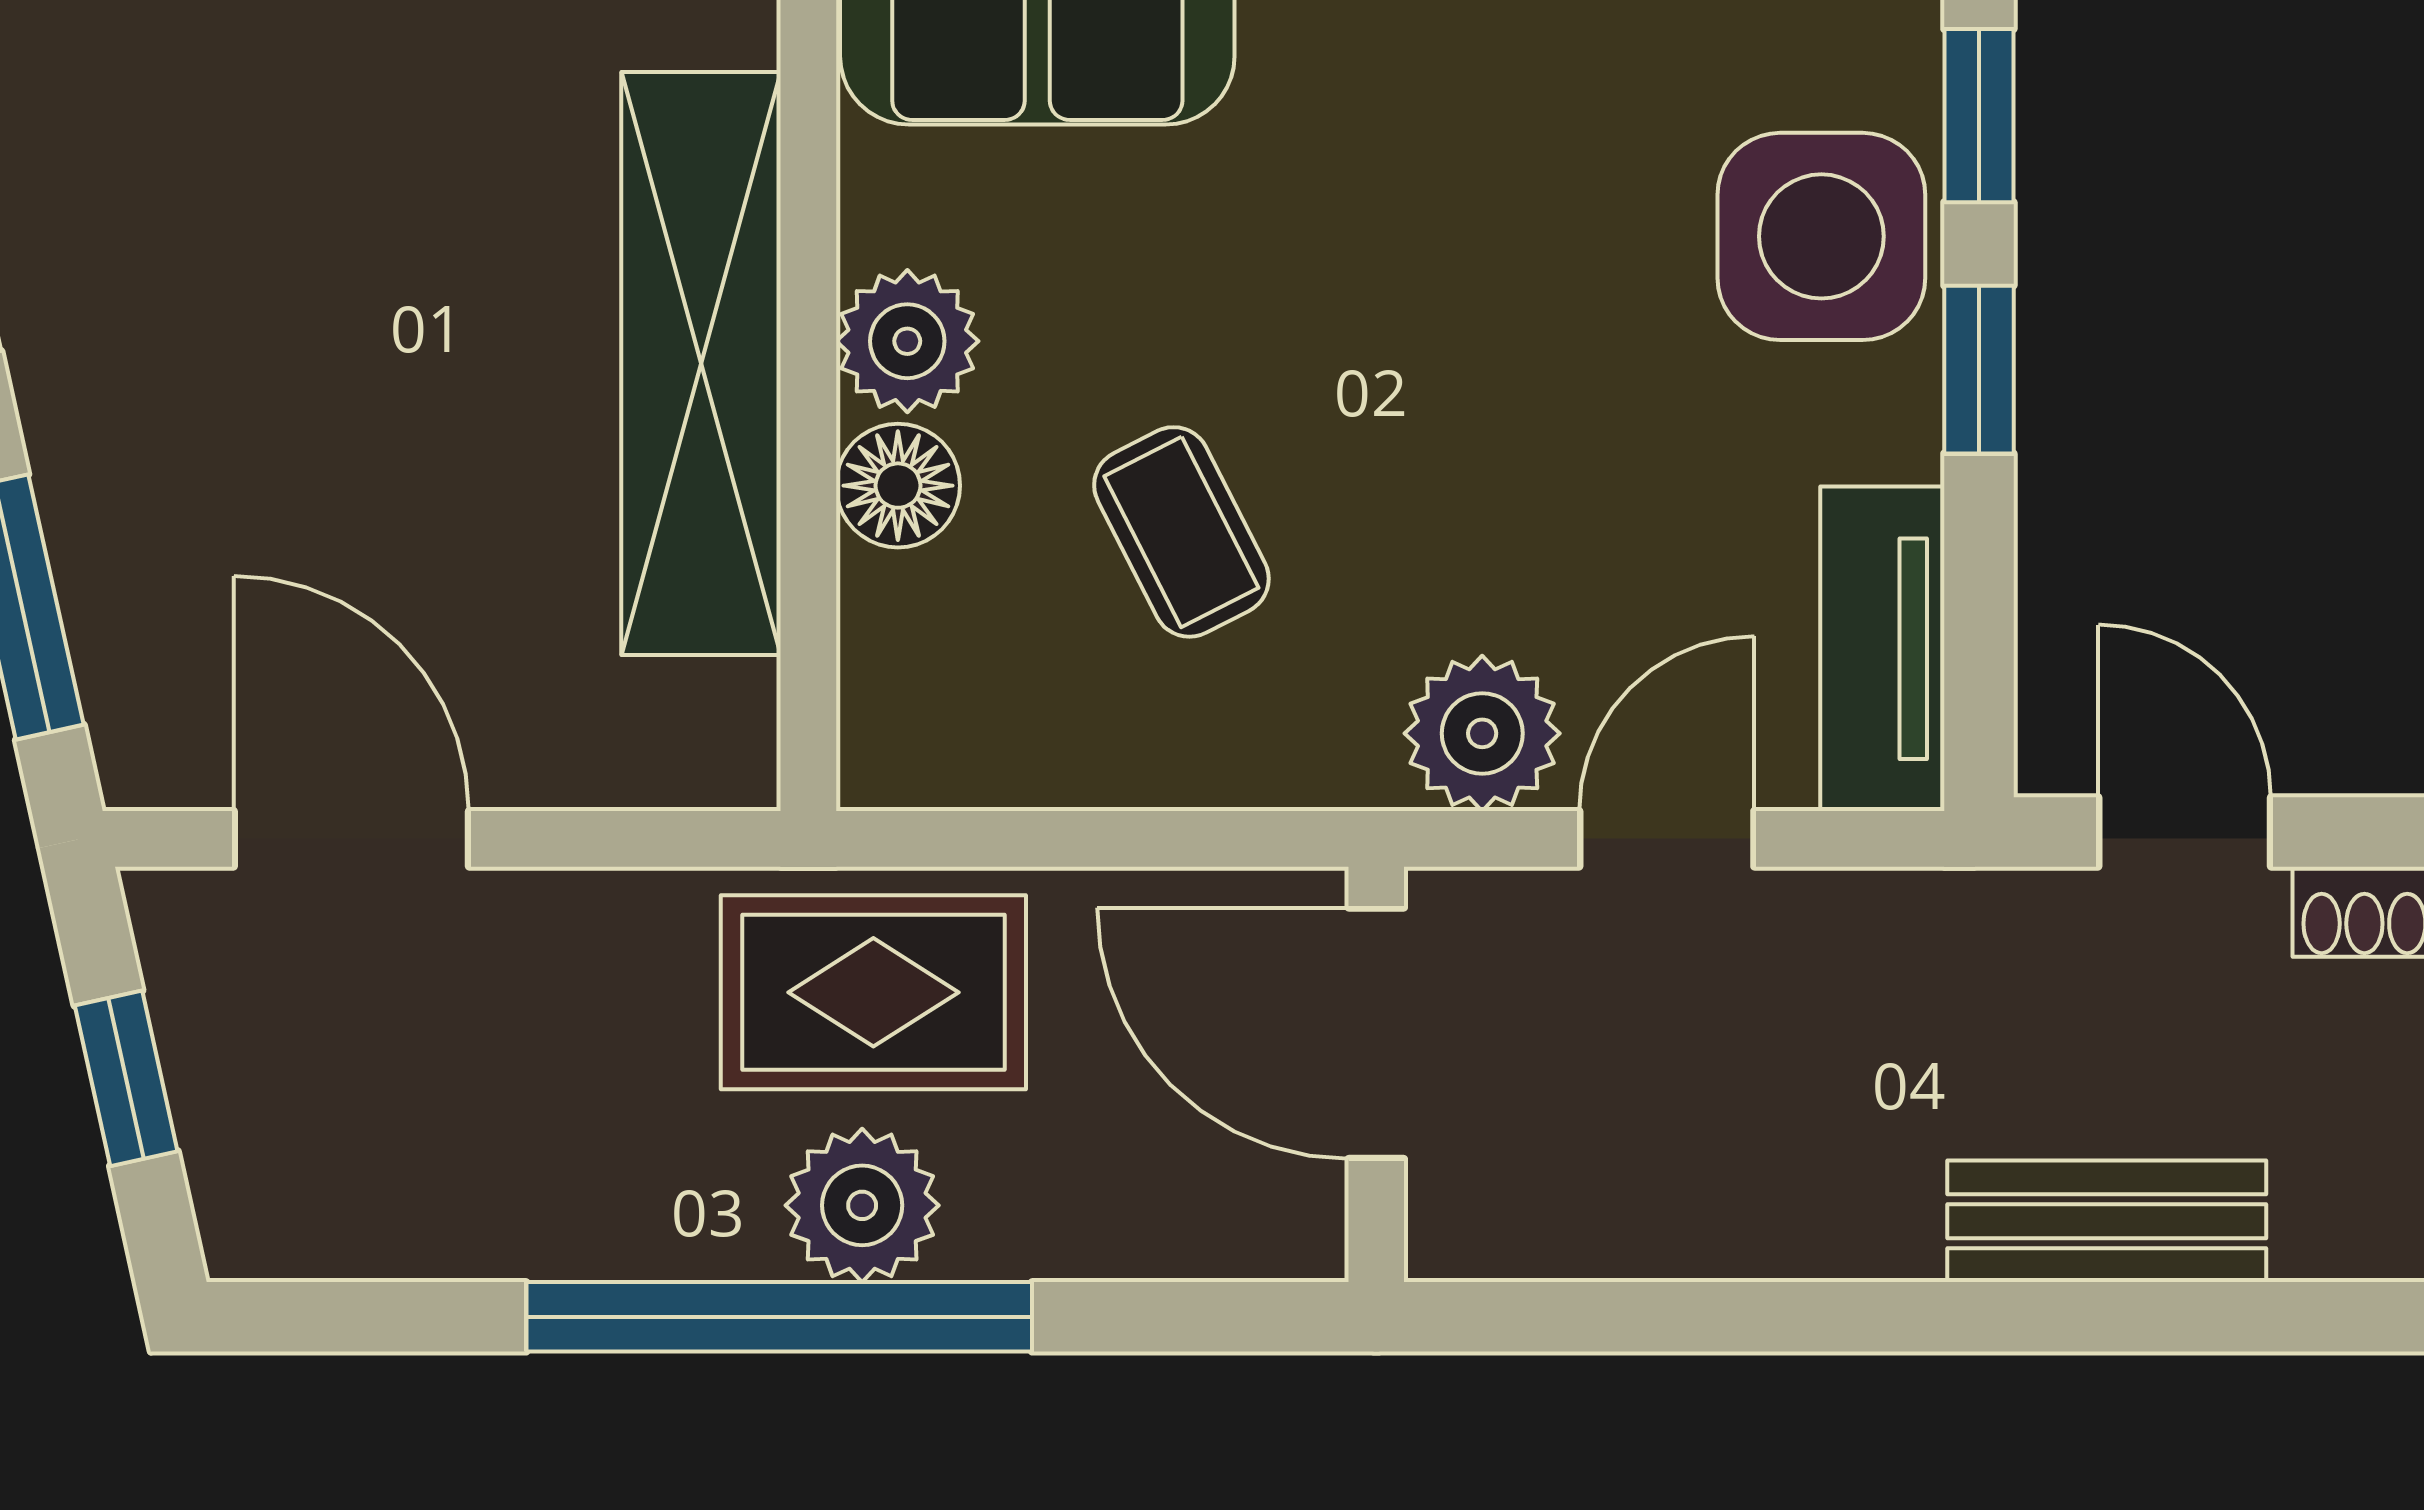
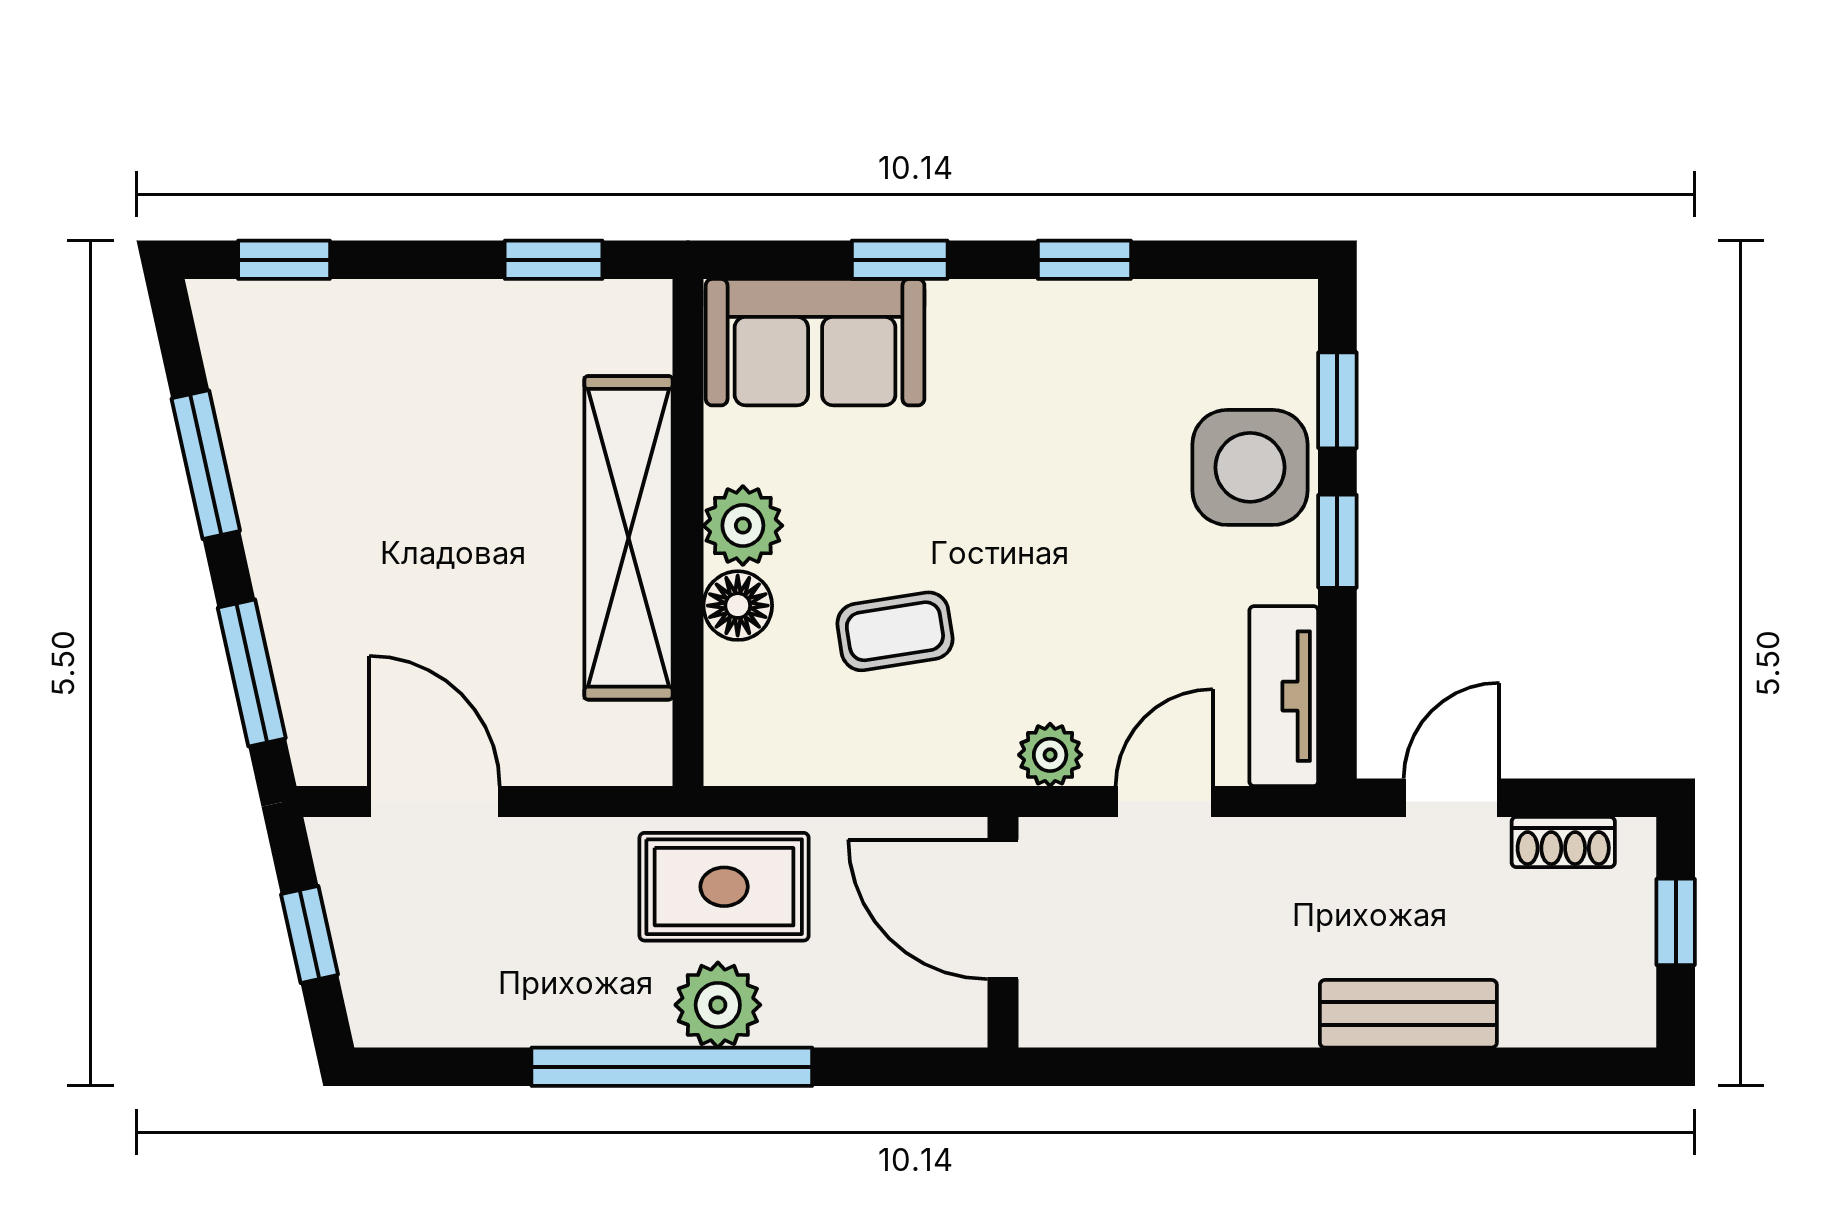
coffee table: (1181, 532) -> (895, 631), turned -72
plant: (1482, 733) -> (1050, 755), width x0.73, depth x0.73
door: (2185, 832) -> (1452, 798), hinge flipped

